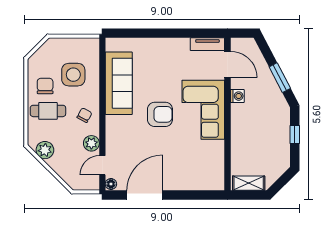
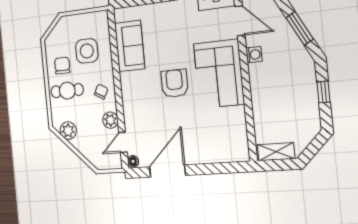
sofa: (119, 83) -> (130, 46), width x0.73
armchair: (160, 114) -> (174, 83), turned -90

